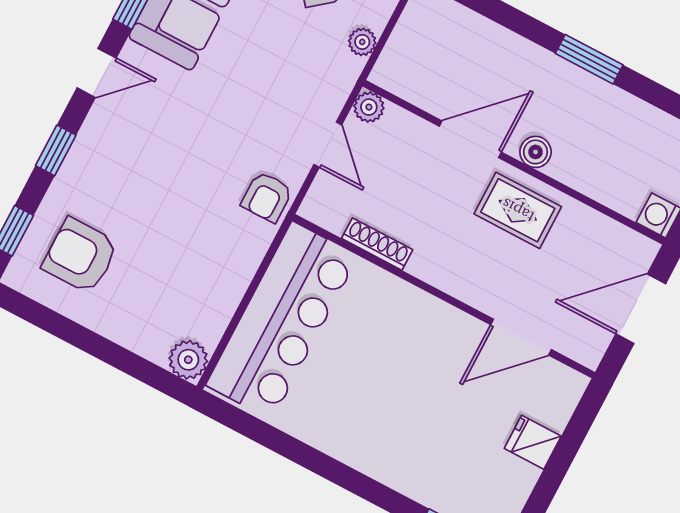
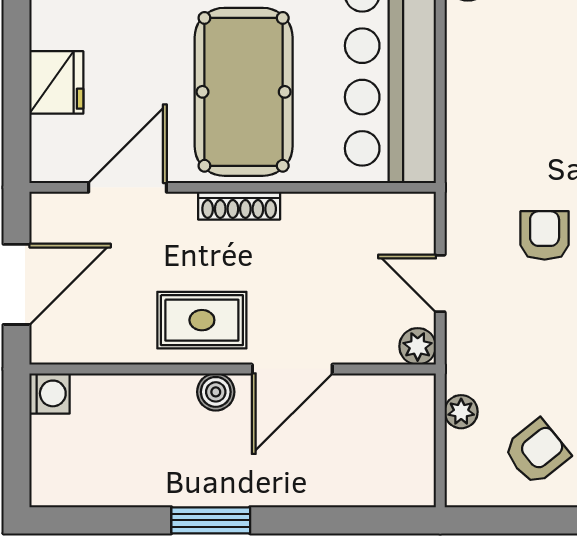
armchair: (267, 197) -> (545, 235), moved
shoe rack: (377, 244) -> (239, 206), moved
pool table: (398, 362) -> (244, 92), added
fridge: (533, 442) -> (56, 82), width x1.38

